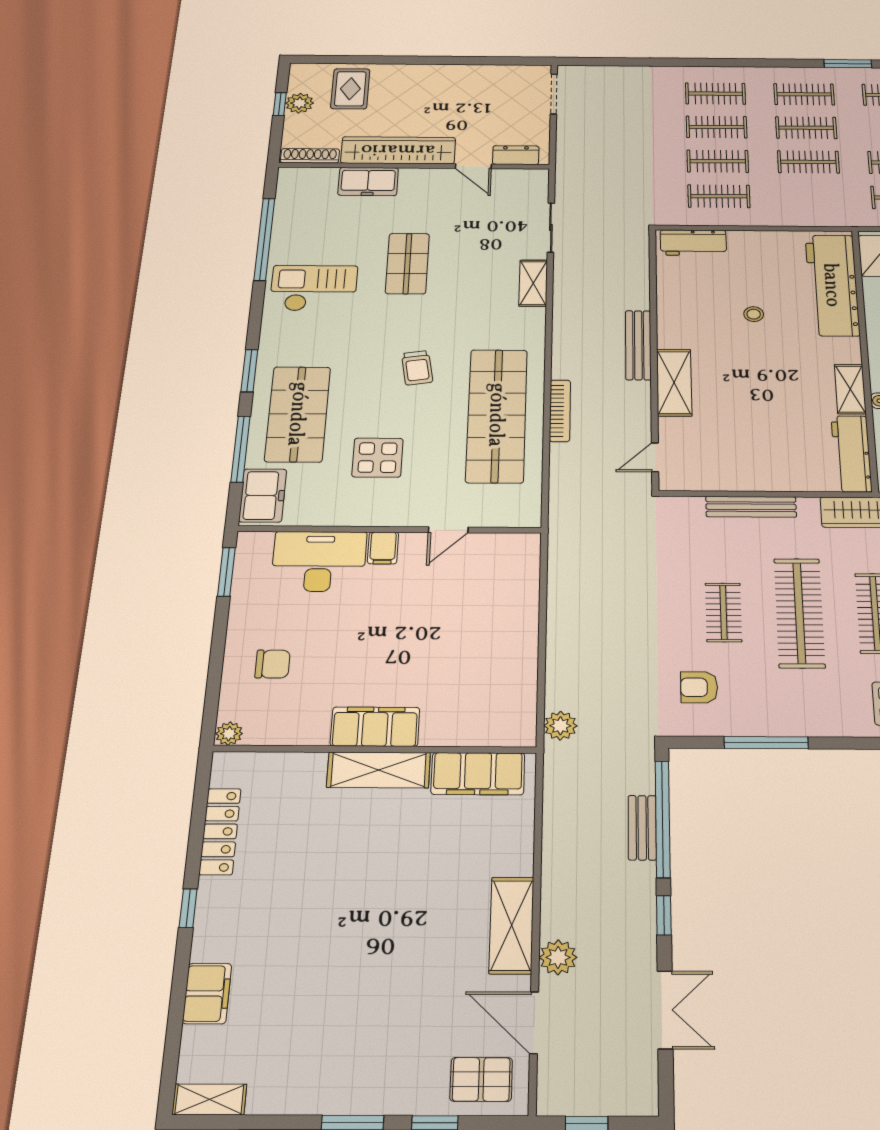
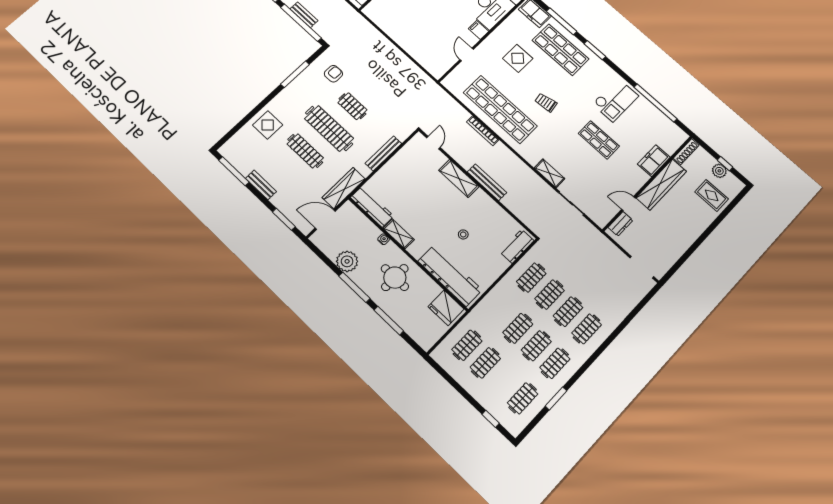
plant: (560, 726) -> (361, 23), removed

